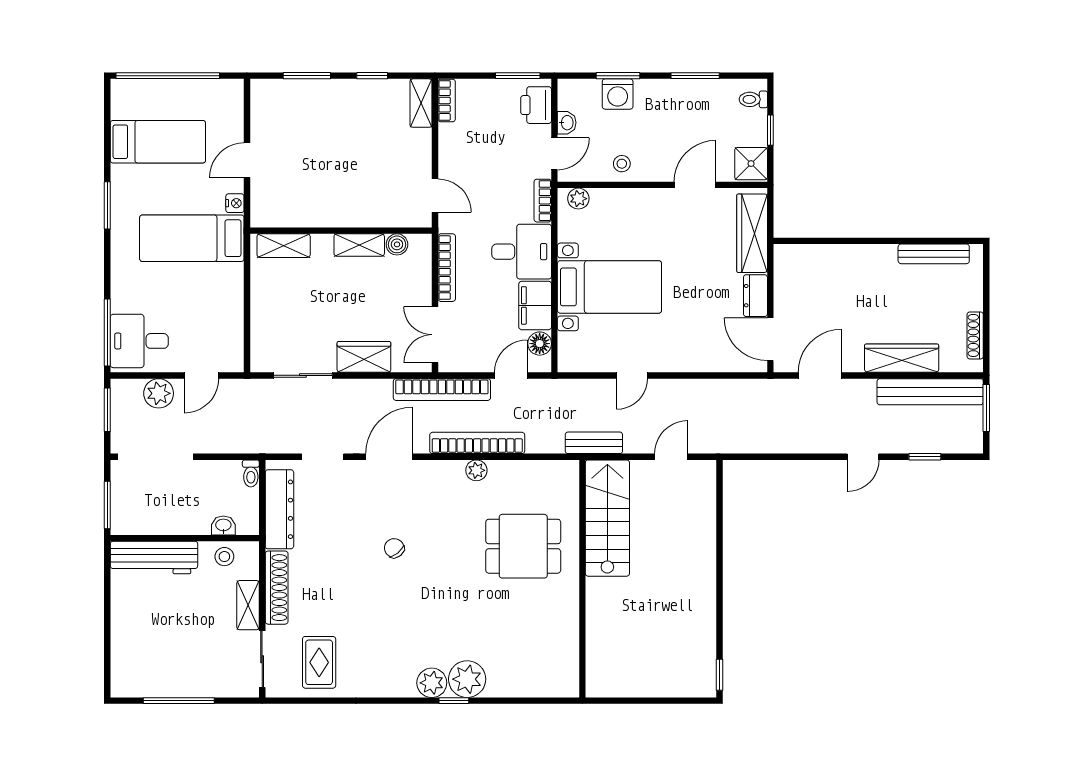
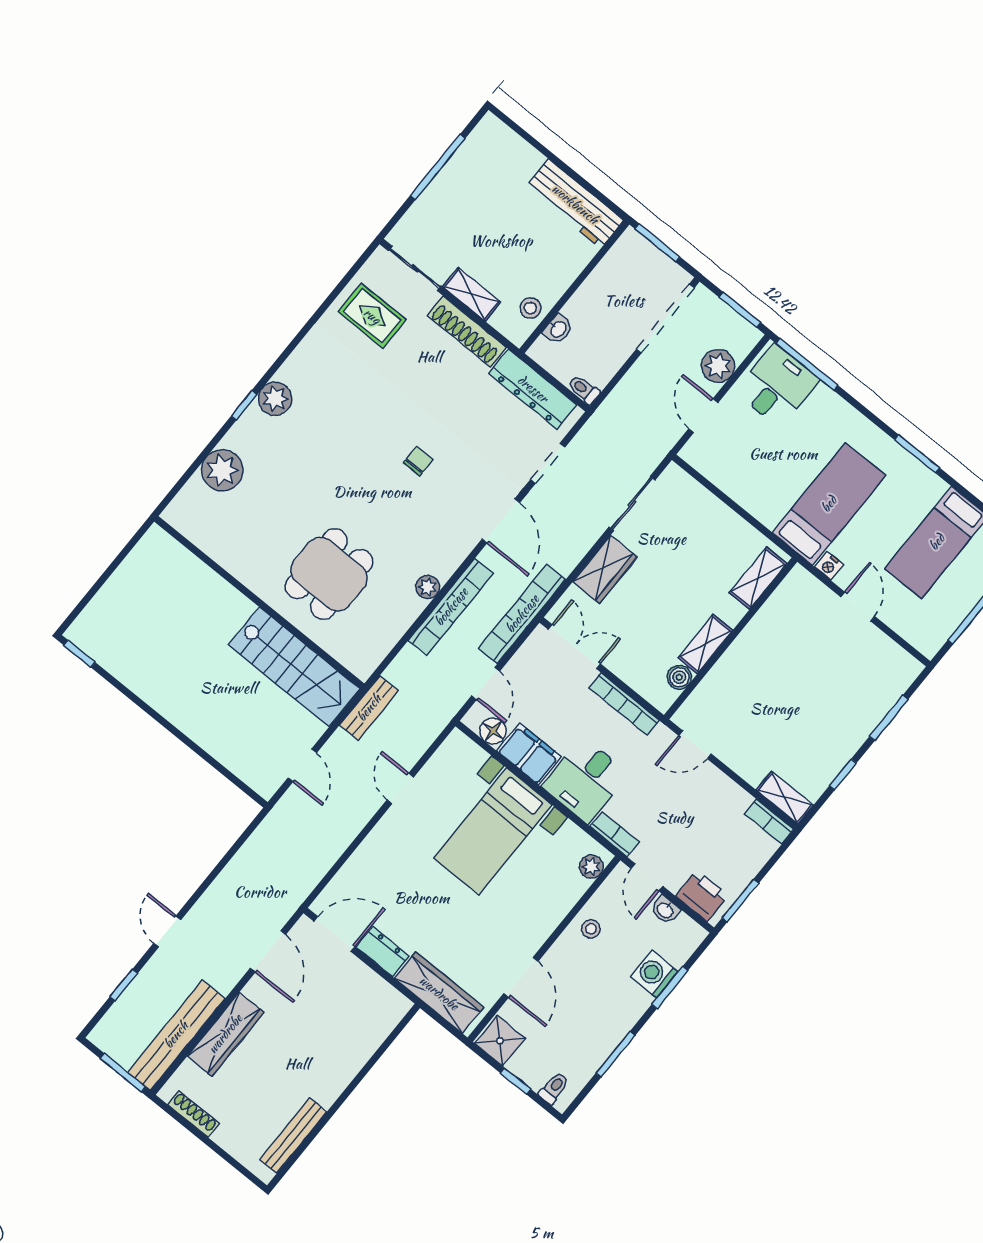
chair: (394, 548) -> (418, 461), turned -51
workbench: (154, 558) -> (575, 204), moved, turned -90
plant: (467, 679) -> (222, 470), moved

